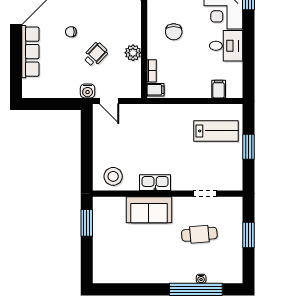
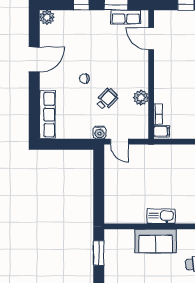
chair: (174, 32) -> (178, 79), removed
row of seats: (30, 52) -> (47, 115), moved
stool: (113, 176) -> (123, 211), removed

